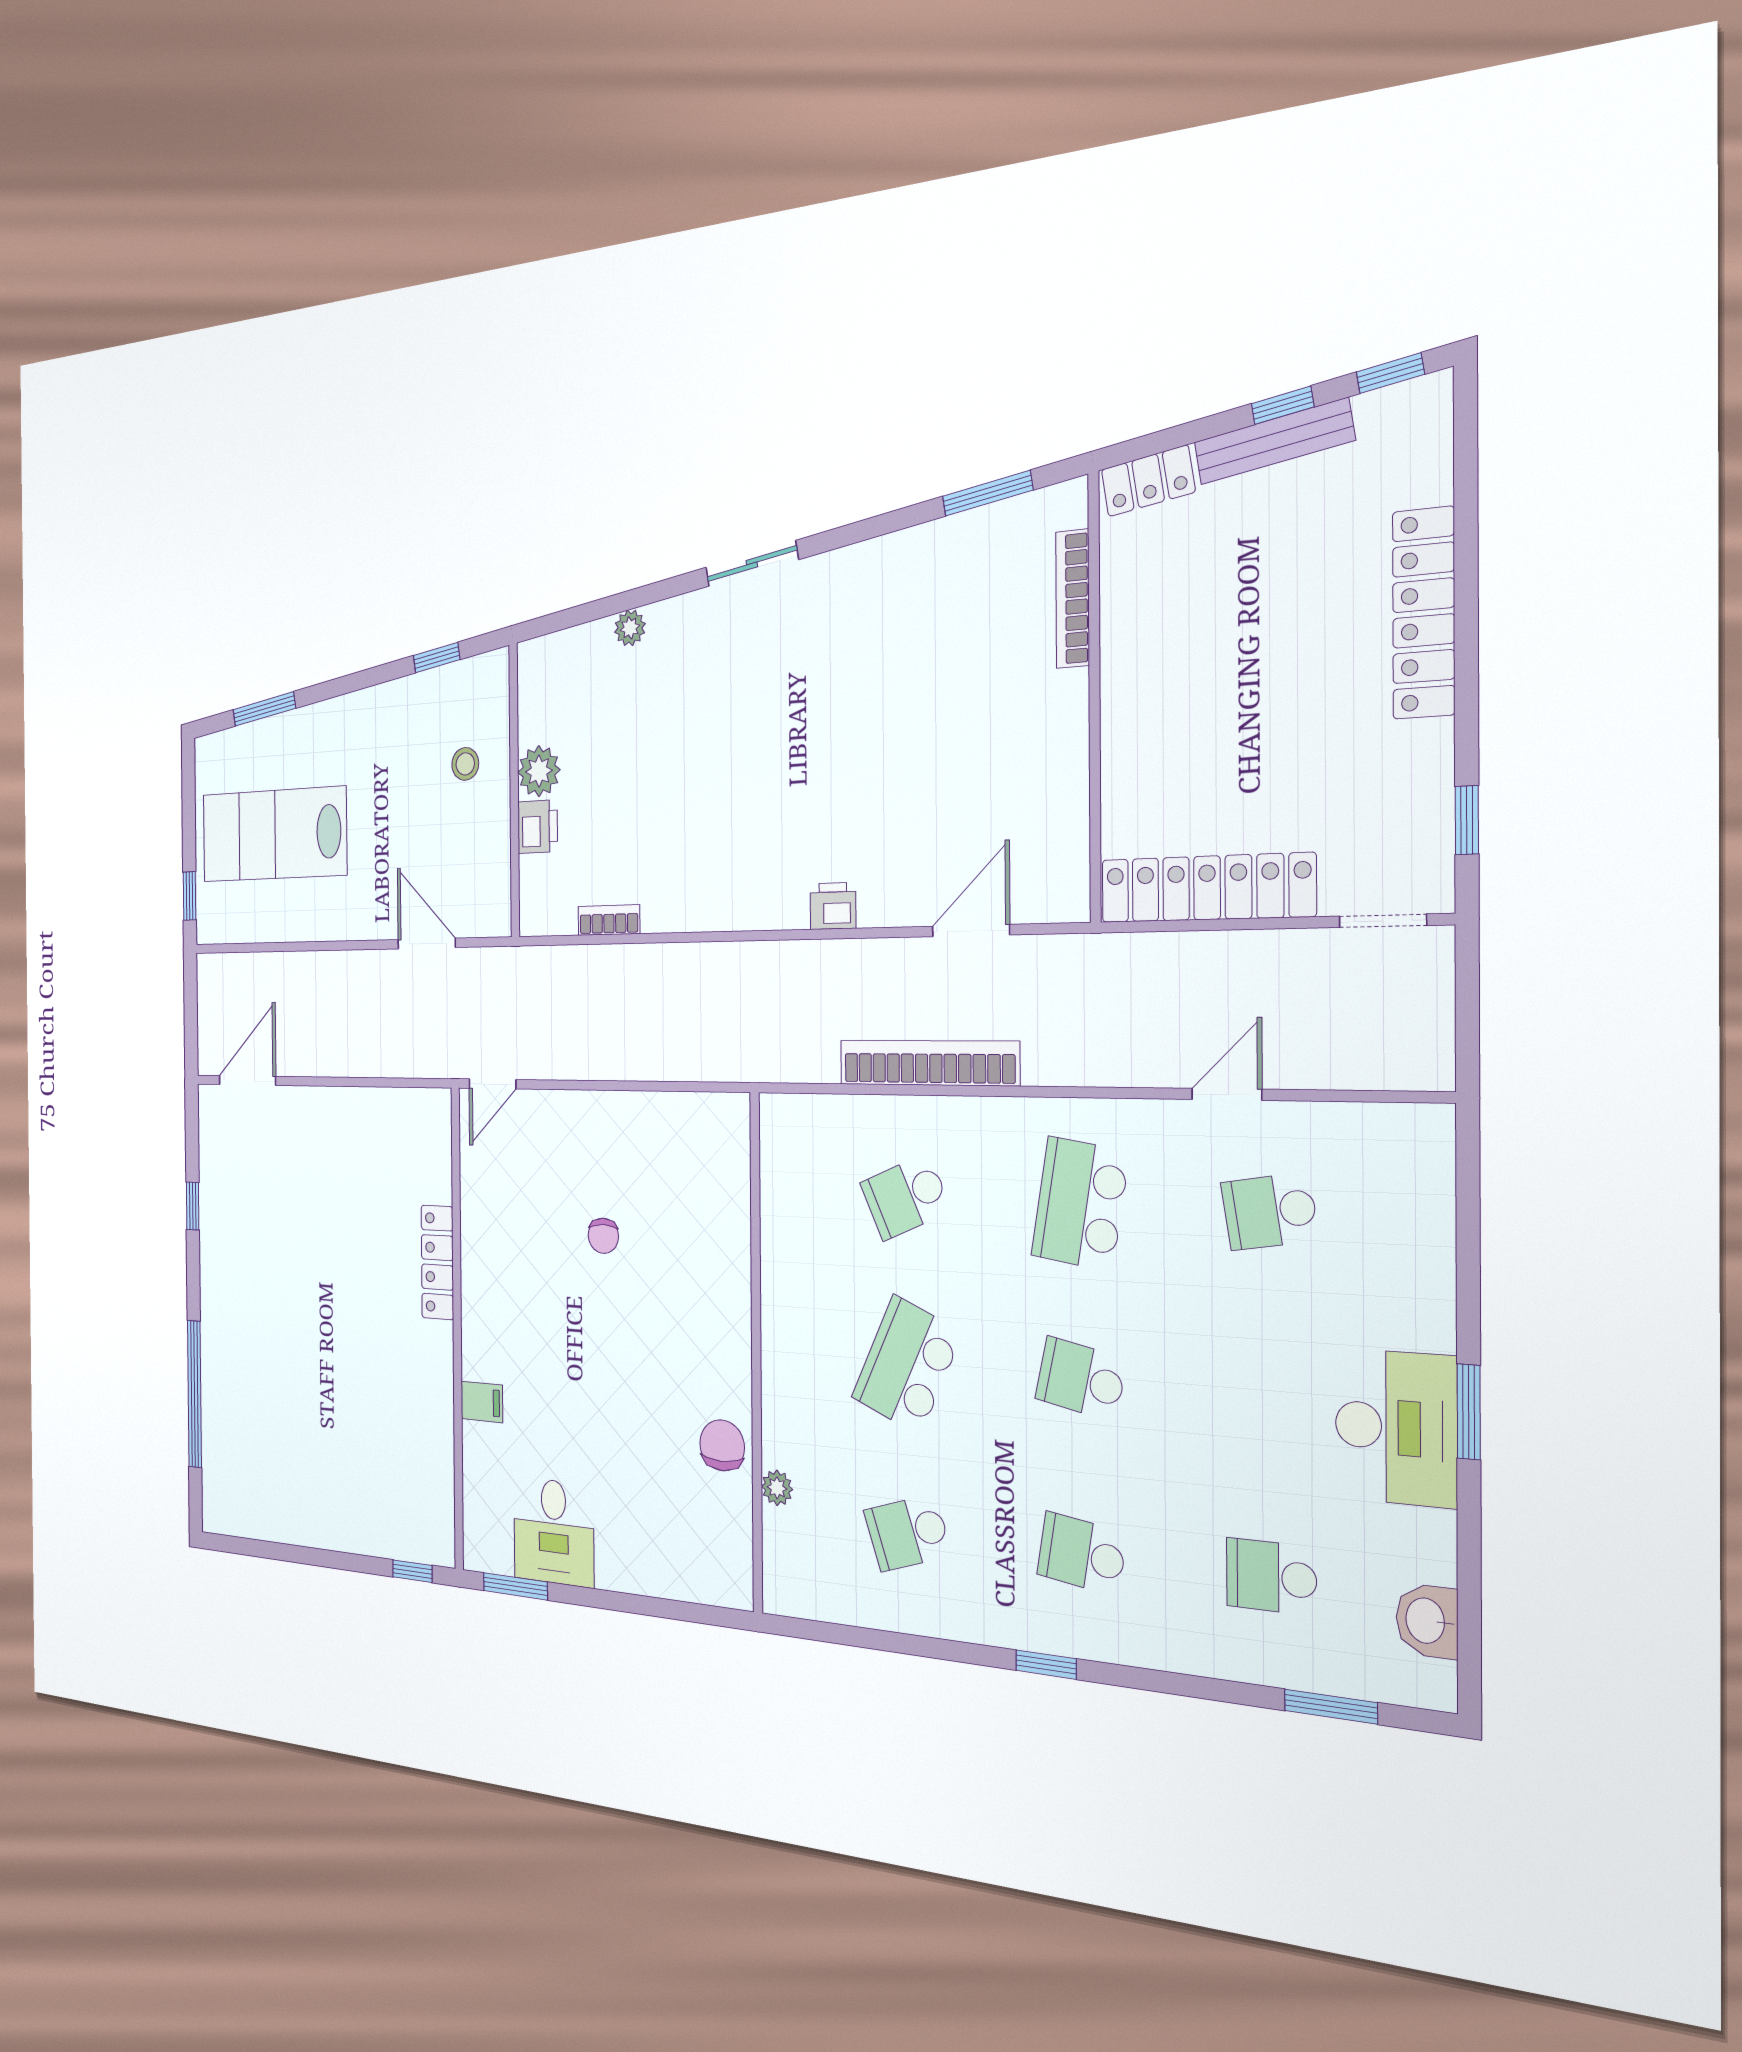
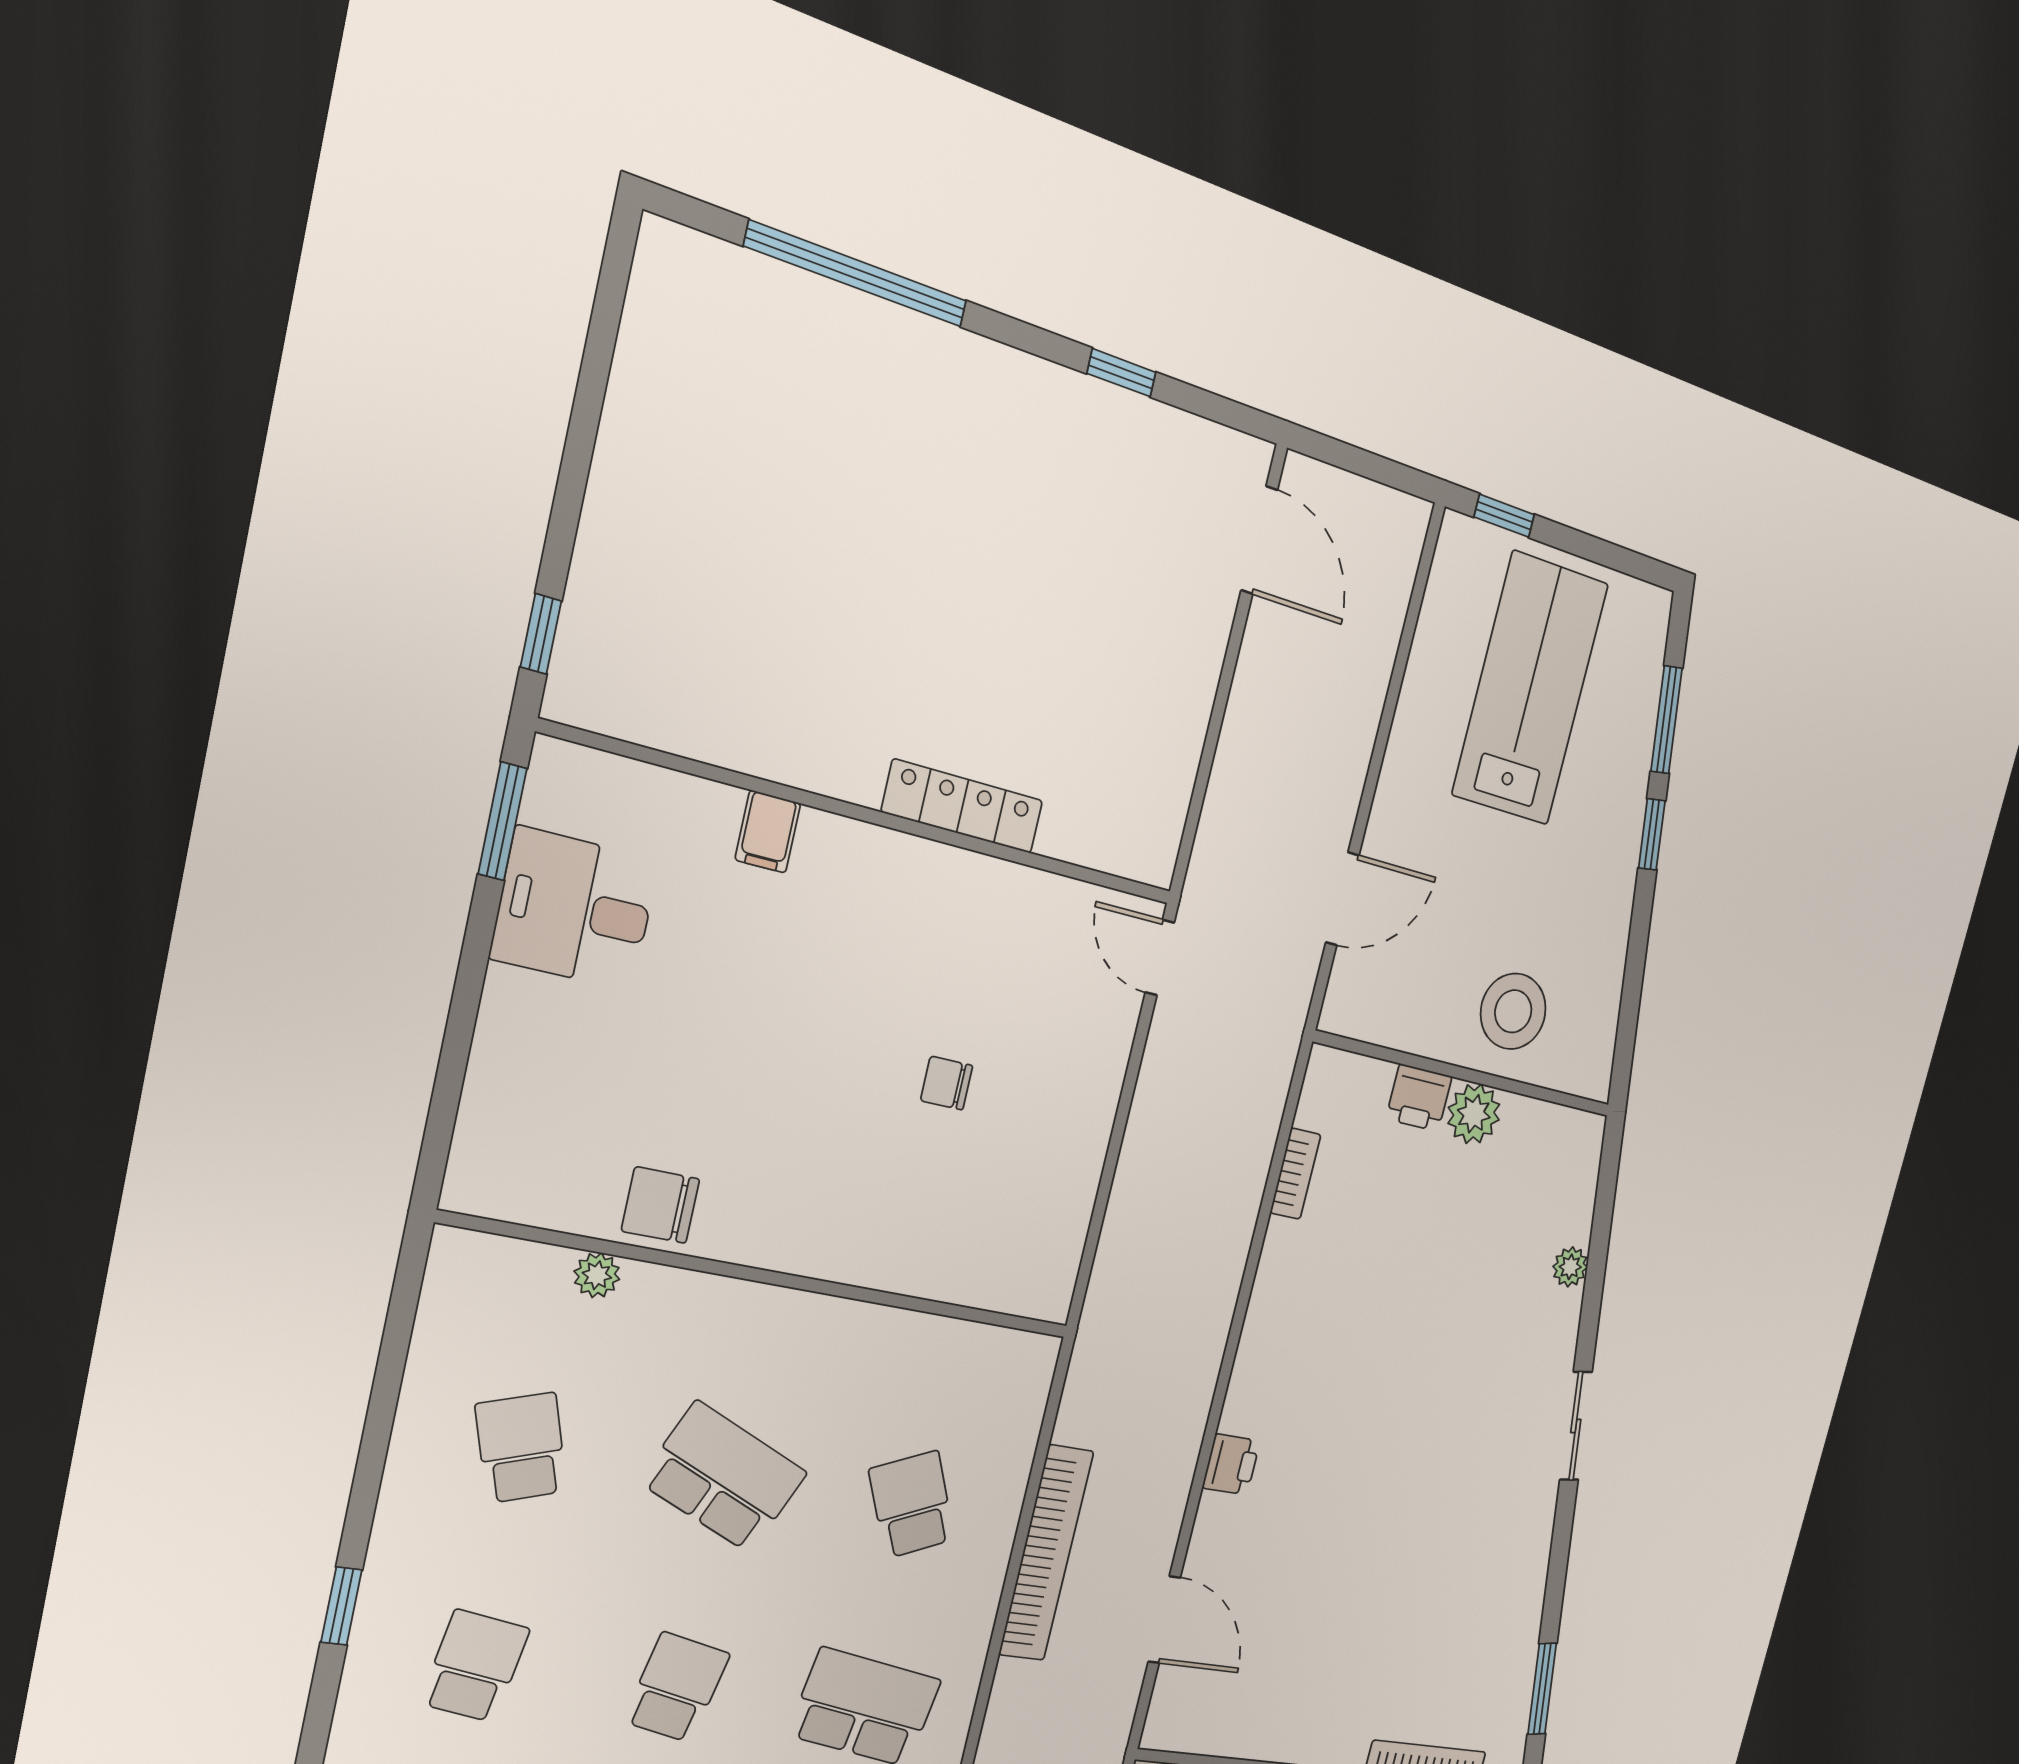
window: (437, 658) -> (1652, 834), moved
stool: (465, 764) -> (1513, 1011), width x1.89, depth x1.89
chair: (722, 1445) -> (660, 1205), turned 180

